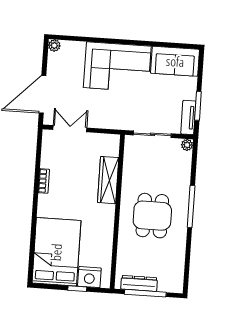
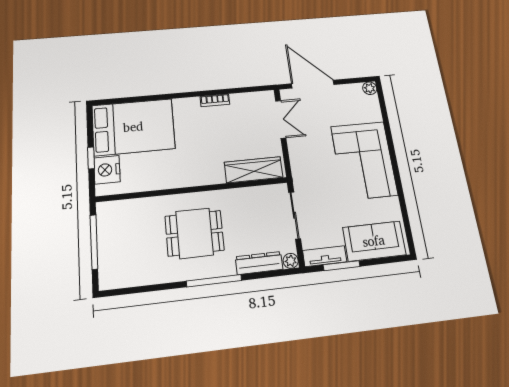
sofa: (175, 61) -> (374, 241), moved, turned 90
wardrobe: (108, 180) -> (254, 170), moved
dresser: (139, 283) -> (259, 263), moved, turned -90

